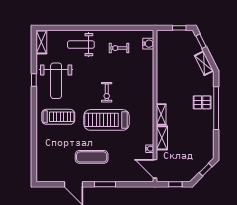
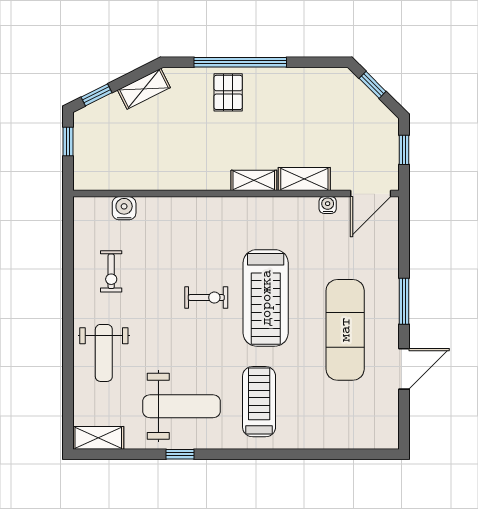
water cooler: (148, 44) -> (124, 208), moved
exercise mat: (92, 157) -> (345, 330), width x1.36, depth x1.45

